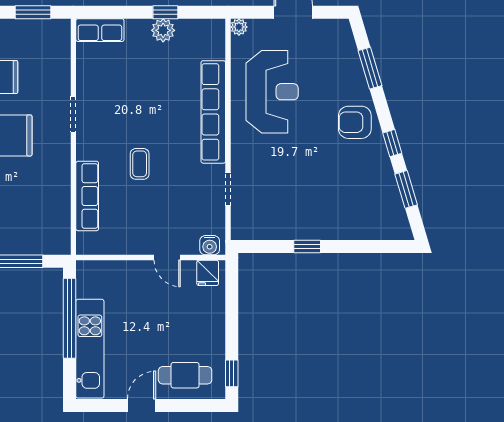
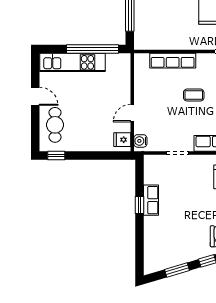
row of seats: (300, 229) -> (151, 200), added

